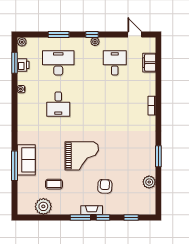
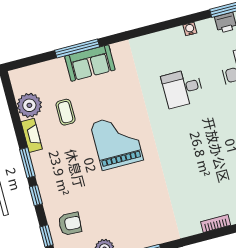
grand piano: (82, 156) -> (117, 142), turned 180
armchair: (105, 186) -> (70, 224), moved
fireplace: (92, 210) -> (32, 135), moved

